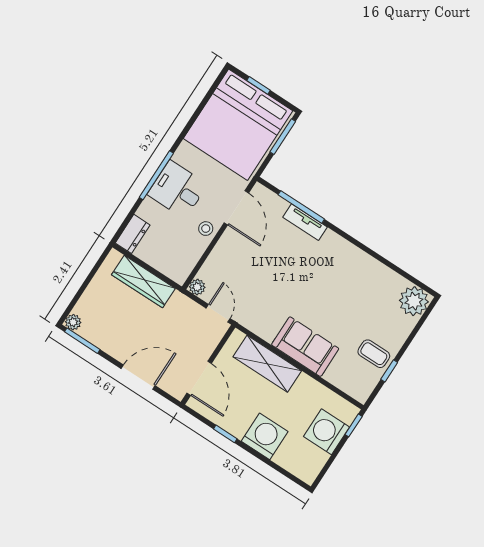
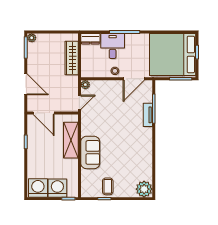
desk: (177, 189) -> (113, 46), moved
door: (199, 378) -> (44, 113), hinge flipped
washing machine: (265, 436) -> (38, 188), moved, turned -90

